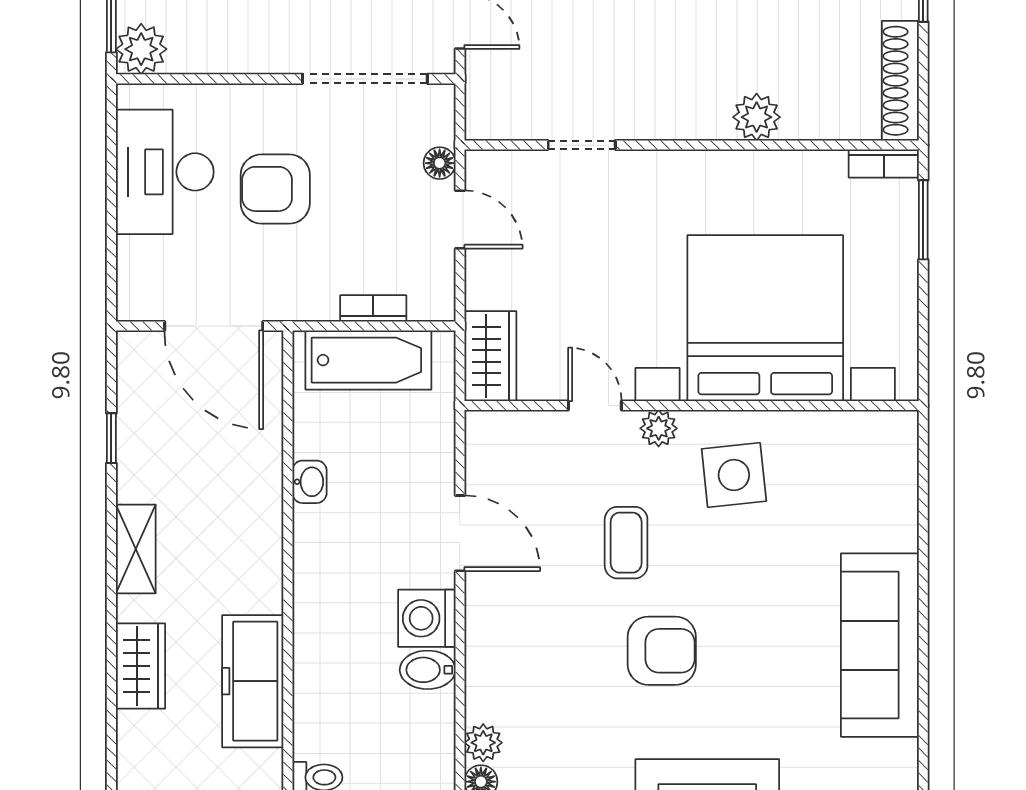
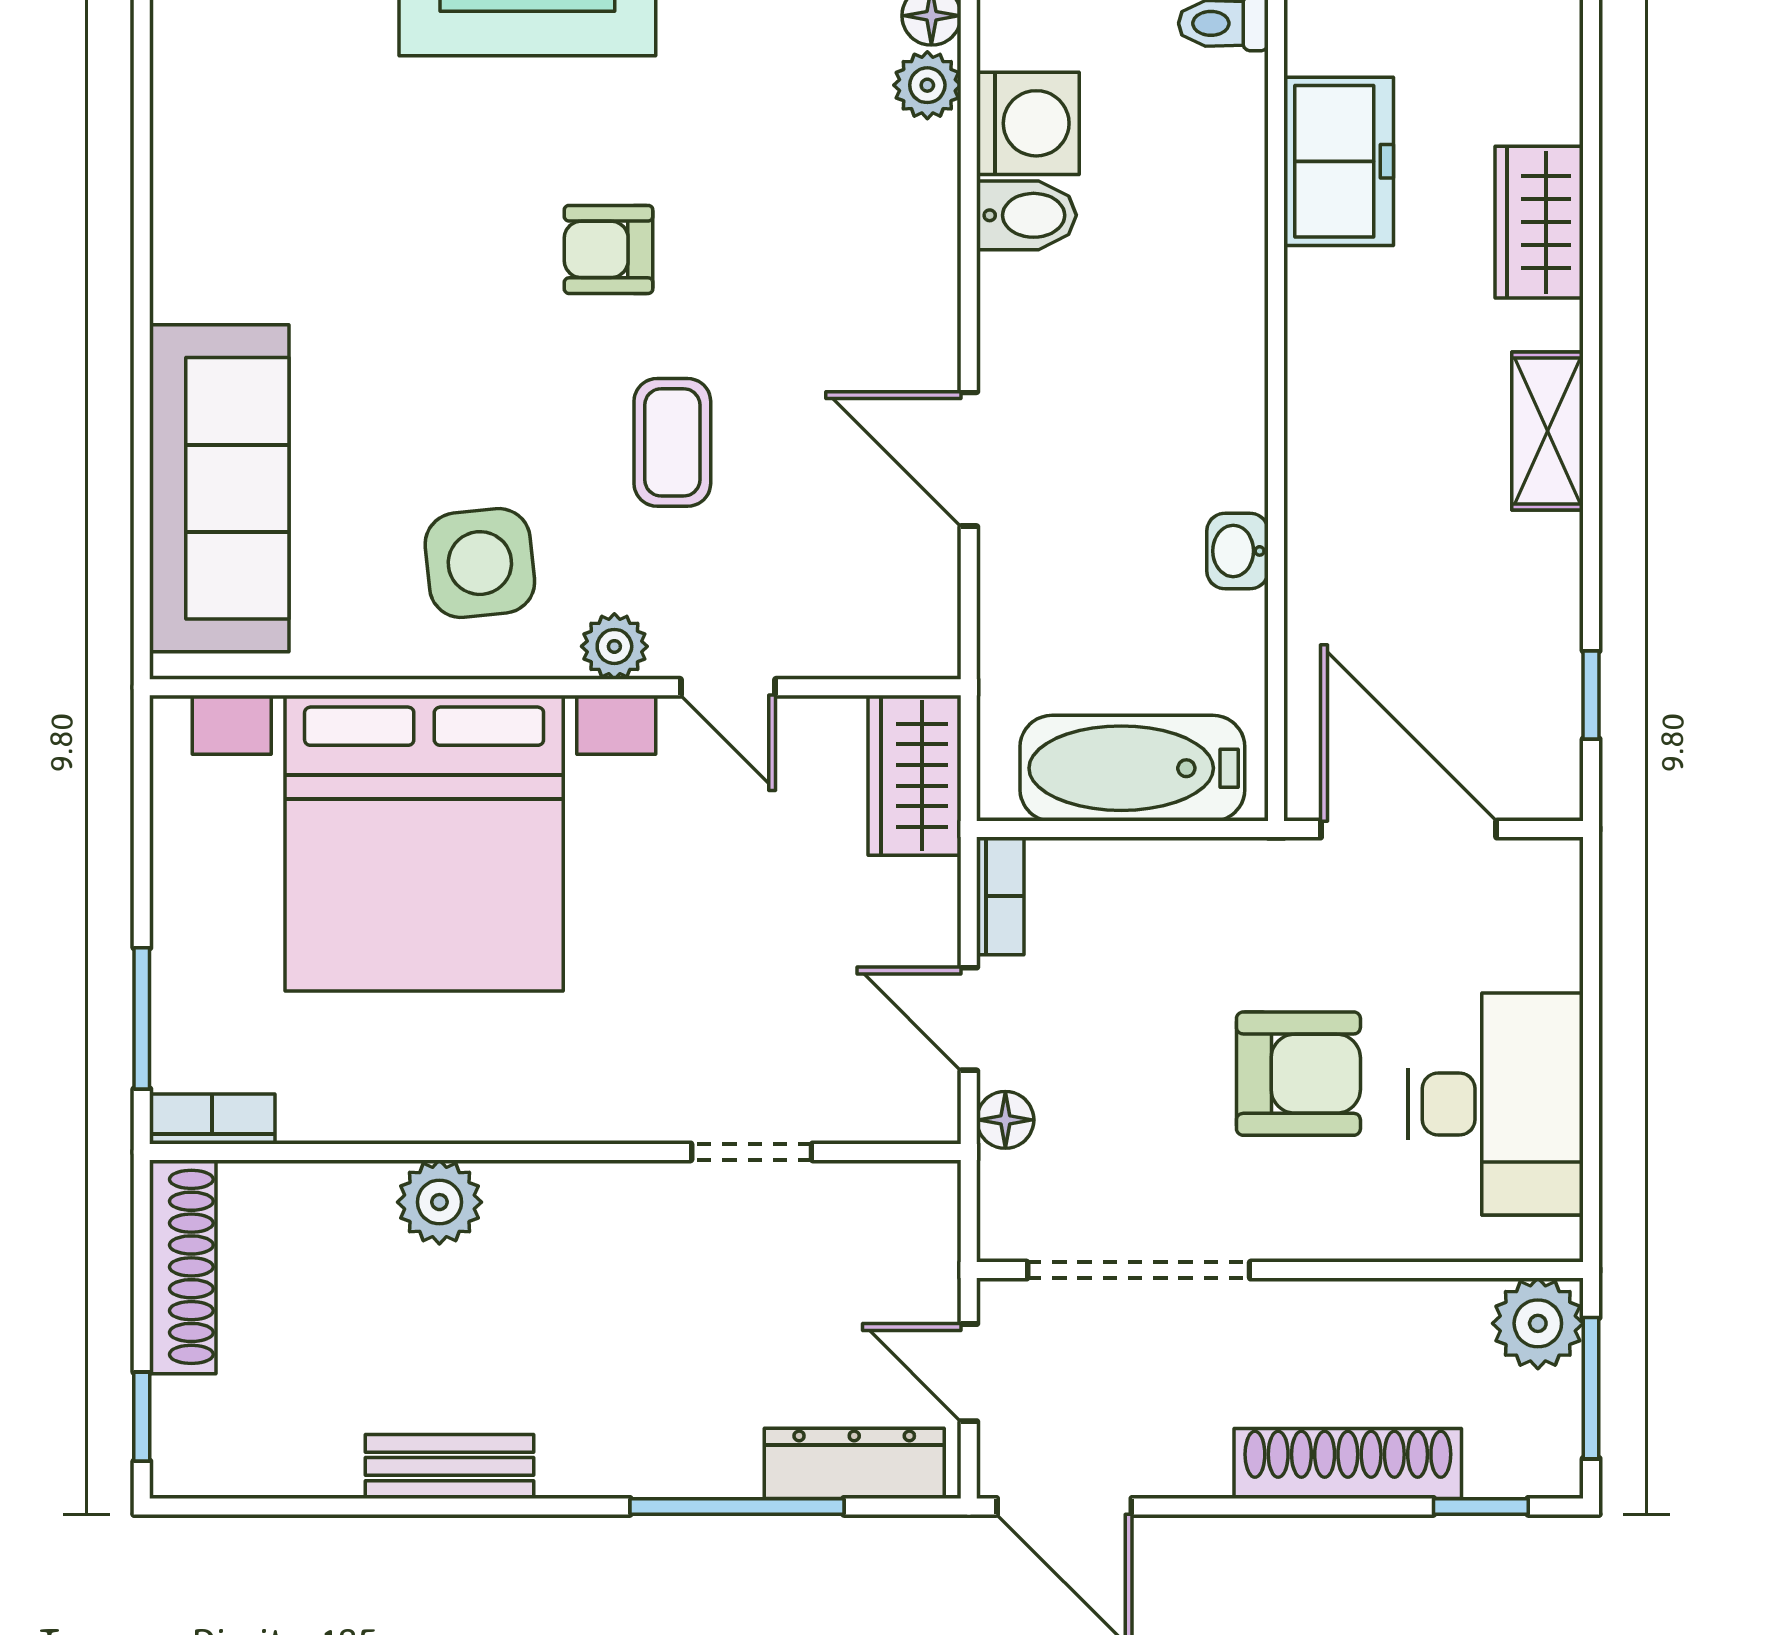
bookcase: (373, 308) -> (1000, 896), moved, turned -90
window: (111, 438) -> (1591, 695), moved
washing machine: (427, 618) -> (1028, 123), moved
sofa: (880, 645) -> (219, 488), moved
armchair: (662, 651) -> (609, 249), width x0.72, depth x0.72
freezer: (253, 681) -> (1339, 161), width x0.71

